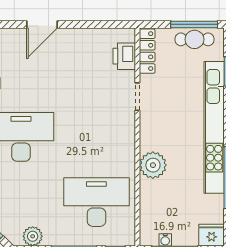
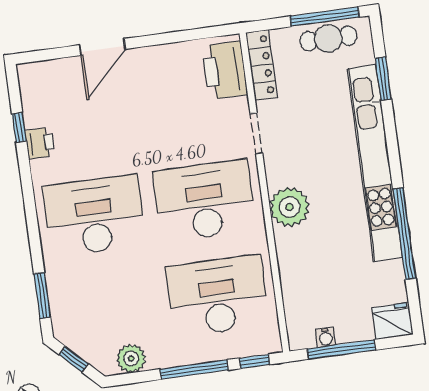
printer: (124, 56) -> (225, 70), width x1.37, depth x1.19
desk: (96, 137) -> (204, 201), added
plant: (153, 165) -> (289, 207), moved

